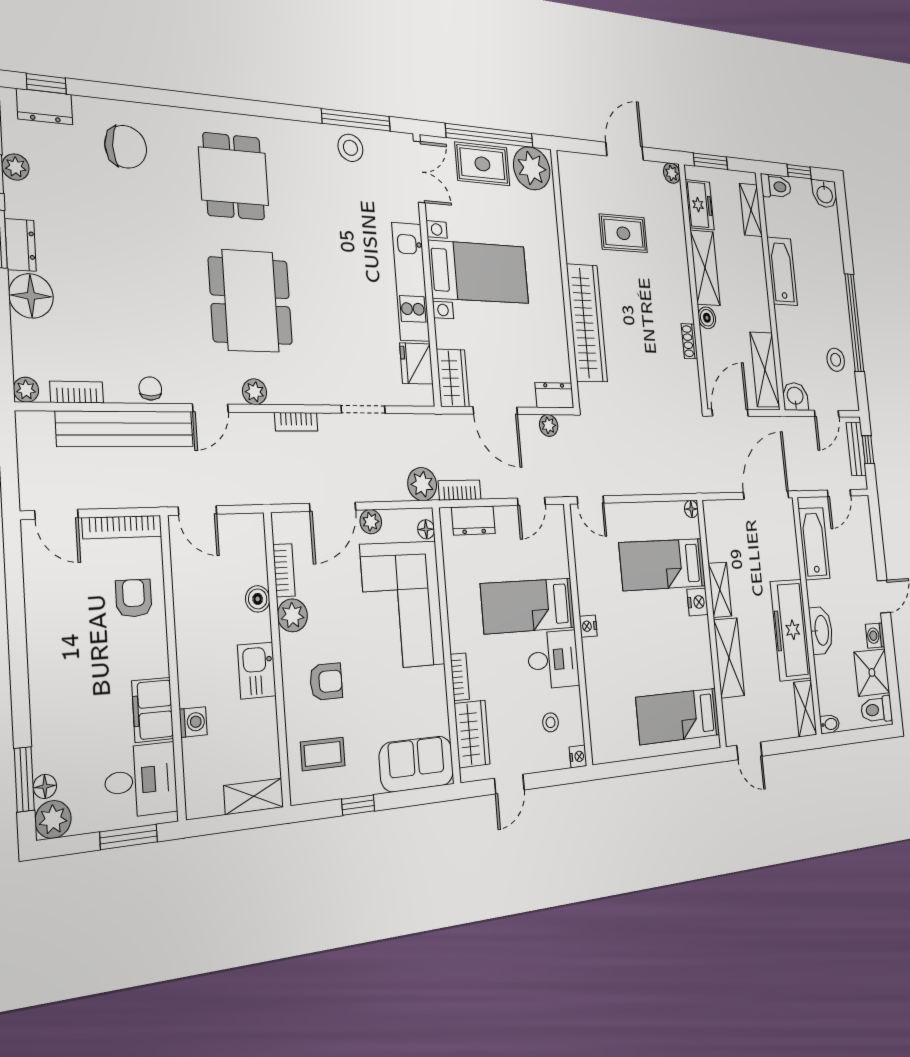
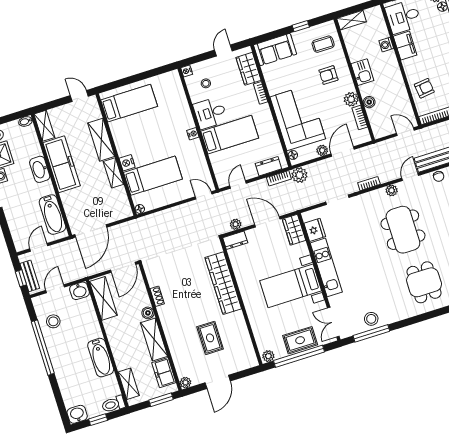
plant: (532, 168) -> (268, 356), width x0.53, depth x0.53
rug: (623, 233) -> (210, 338), turned 90
armchair: (134, 598) -> (424, 88), turned -97

